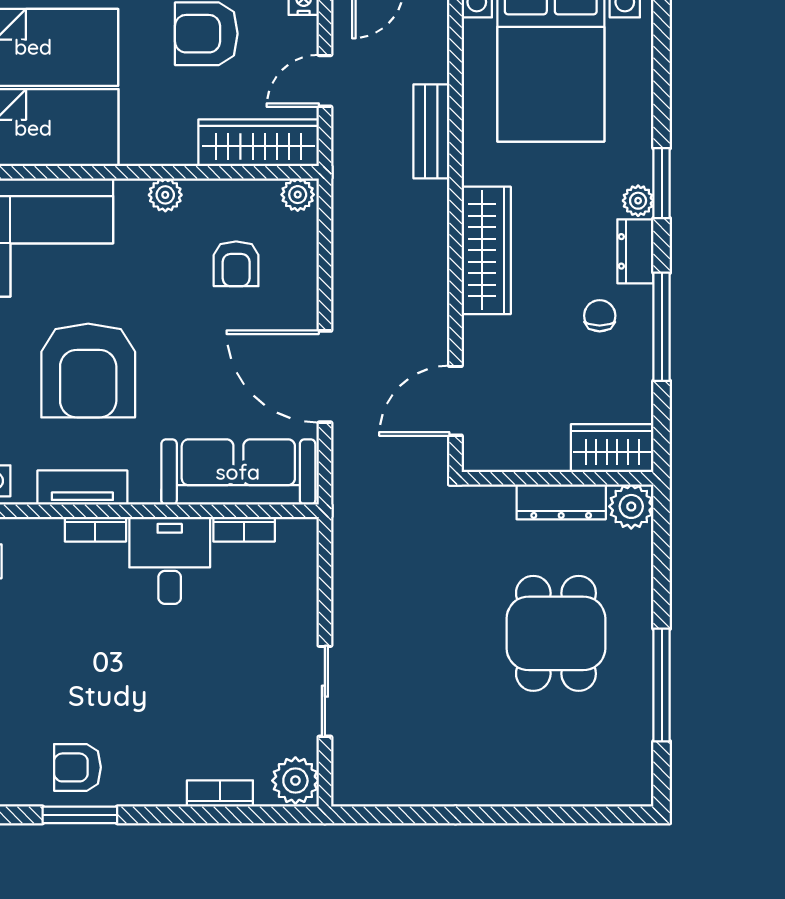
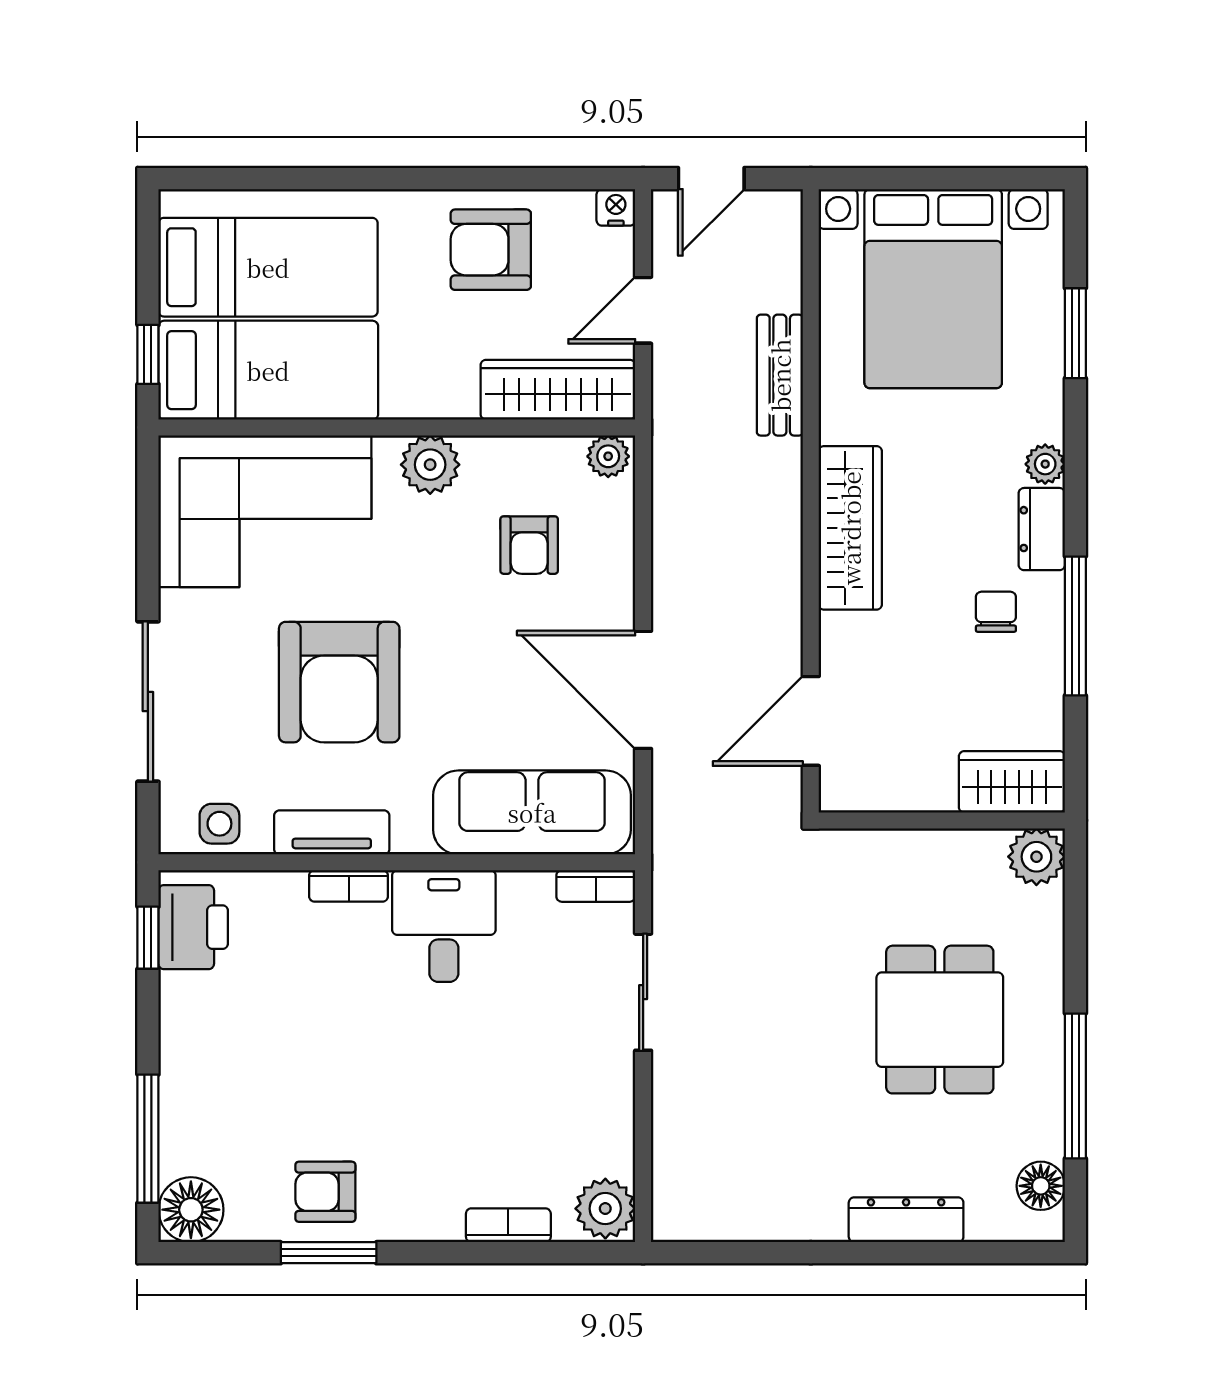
window: (662, 183) -> (1075, 333), moved
plant: (165, 195) -> (430, 465), width x1.38, depth x1.38
dresser: (561, 502) -> (906, 1220), moved, turned 180
bookcase: (244, 529) -> (596, 886), moved
sliding door: (325, 691) -> (643, 992), moved
floor lamp: (635, 763) -> (1041, 1186), added

